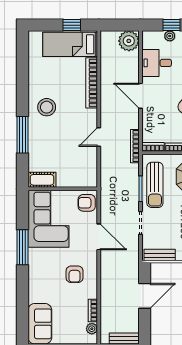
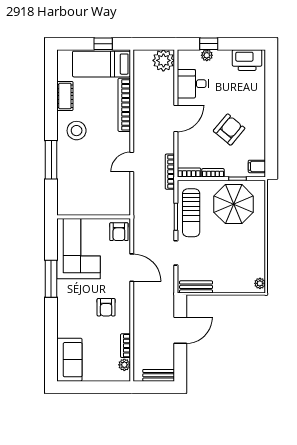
door: (140, 96) -> (176, 118), swing flipped
cot: (42, 180) -> (65, 96), moved, turned 90
armchair: (87, 203) -> (119, 232), turned -90

